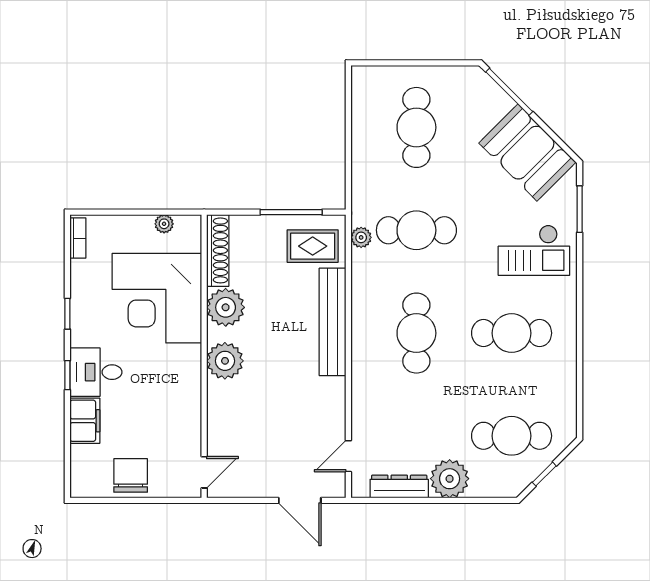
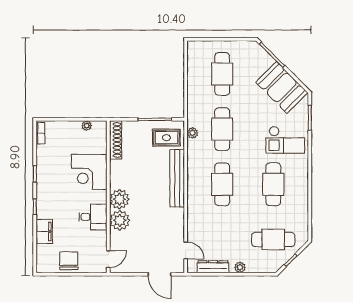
cafe table: (416, 230) -> (222, 129), turned 90
corner desk: (157, 298) -> (89, 172), width x0.74, depth x0.74
plant: (226, 307) -> (120, 220), moved
cafe table: (512, 333) -> (273, 184), turned 90
desk: (96, 372) -> (93, 217), moved, turned 180
door: (348, 456) -> (186, 250), swing flipped
plant: (450, 479) -> (240, 267), width x0.53, depth x0.53

